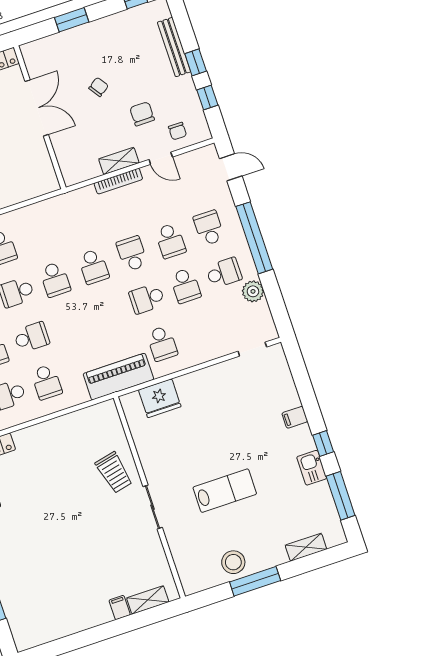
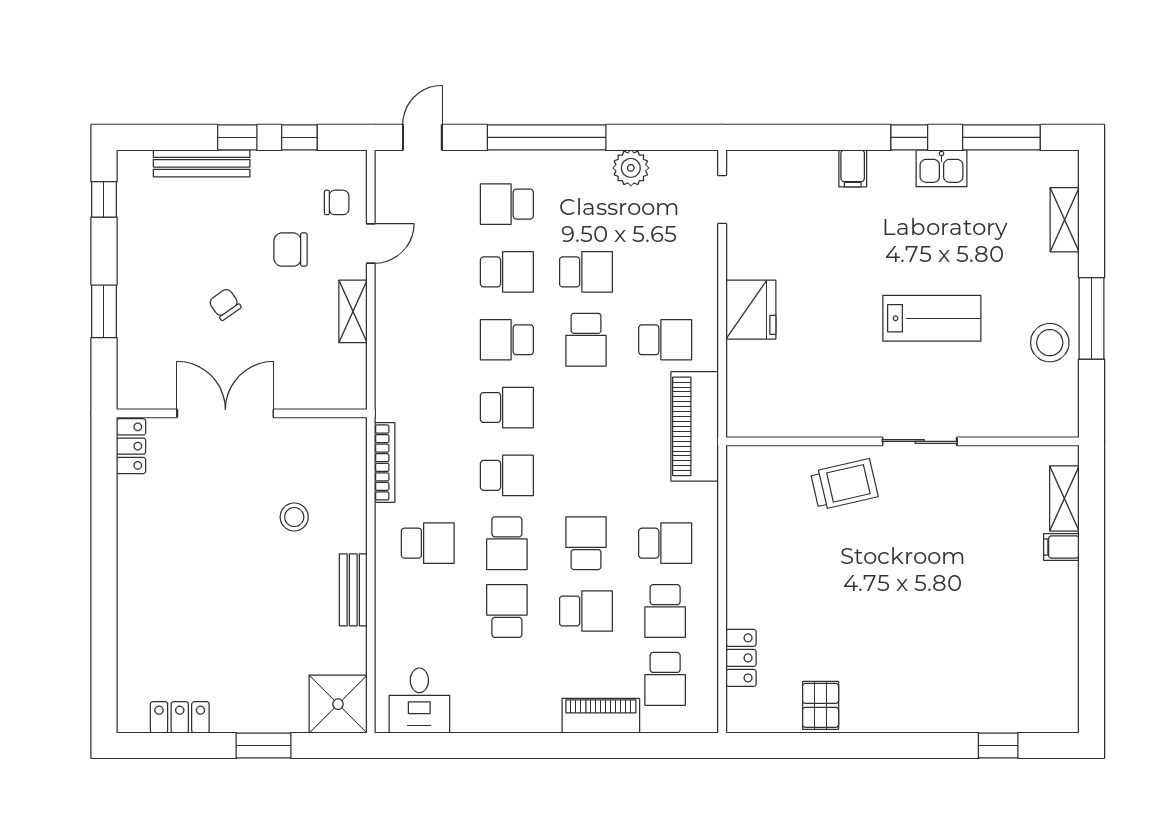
bookcase: (118, 181) -> (385, 462), moved
school desk: (224, 273) -> (586, 204), removed
fridge: (160, 398) -> (751, 310), moved
lab bench: (225, 491) -> (932, 318), turned 90

